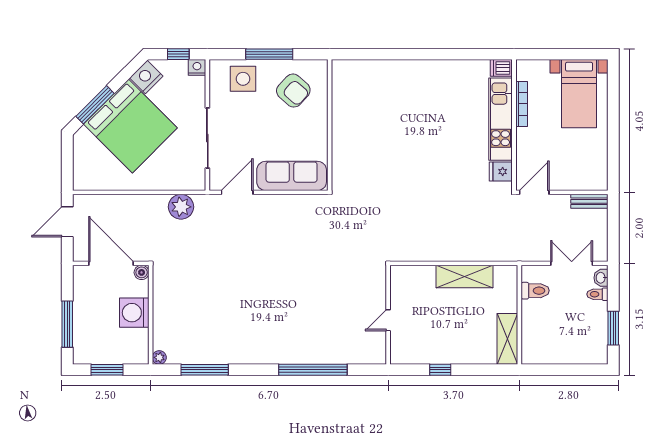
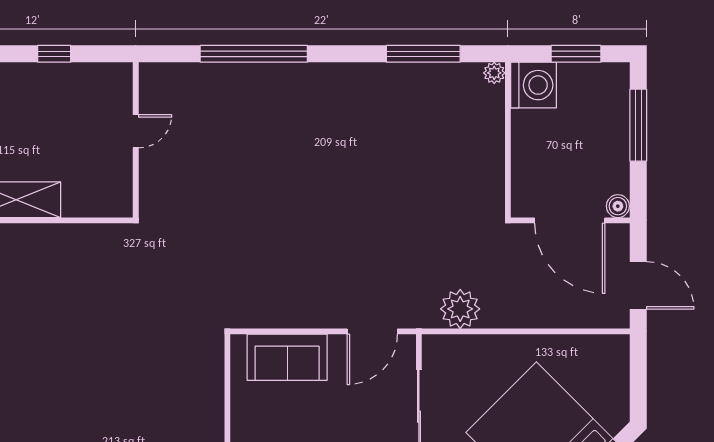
sofa: (292, 176) -> (287, 357), width x0.73
door: (67, 222) -> (638, 285), hinge flipped
boiler: (142, 272) -> (618, 206), moved
washing machine: (134, 313) -> (533, 85), moved

